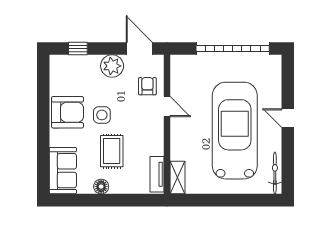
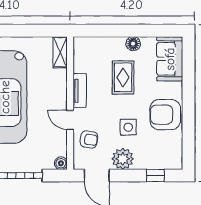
boiler: (177, 61) -> (61, 163), added
armchair: (147, 86) -> (89, 139), turned -82
side table: (102, 115) -> (128, 127), moved
tv unit: (157, 174) -> (80, 91), moved

